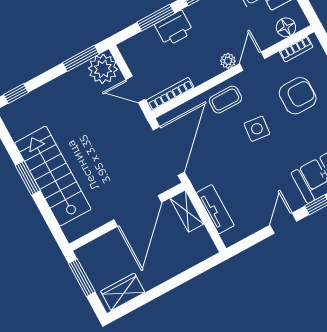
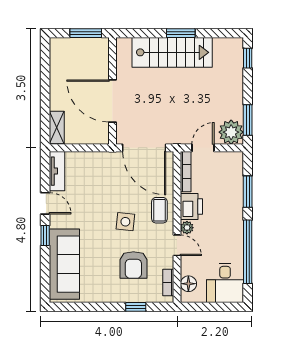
printer: (174, 28) -> (191, 207), moved, turned 180
tv unit: (215, 209) -> (57, 171), moved, turned -90
shelving: (187, 211) -> (57, 127), moved, turned 90
wardrobe: (123, 292) -> (59, 58), removed

